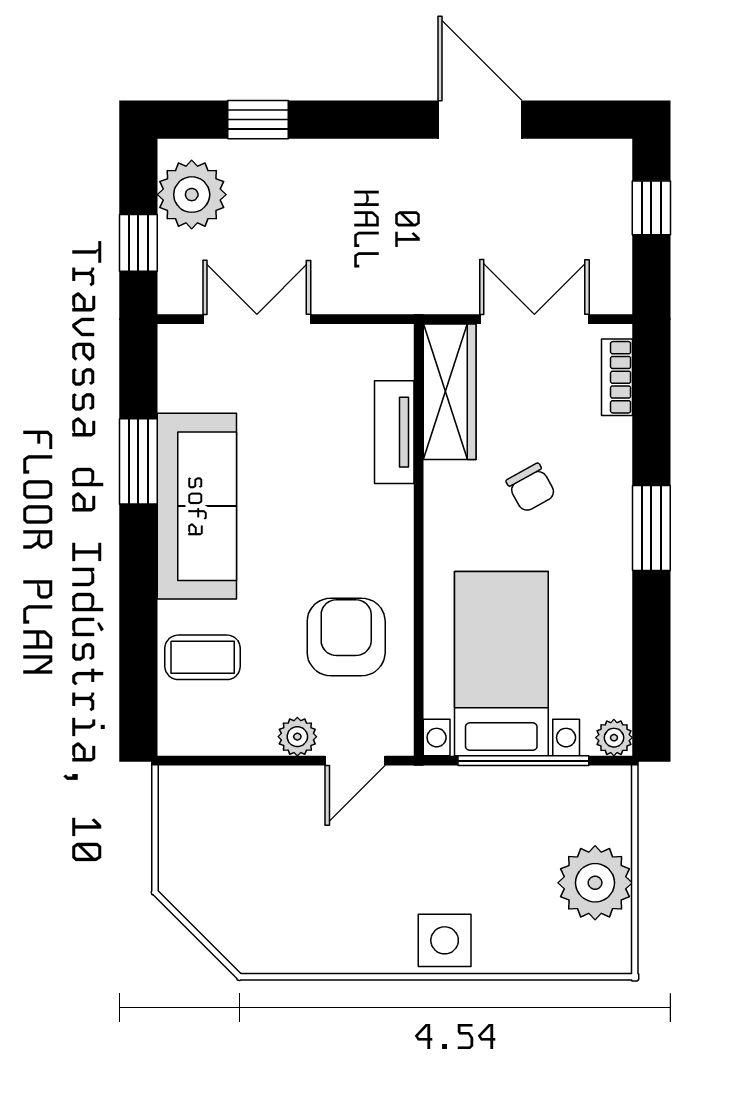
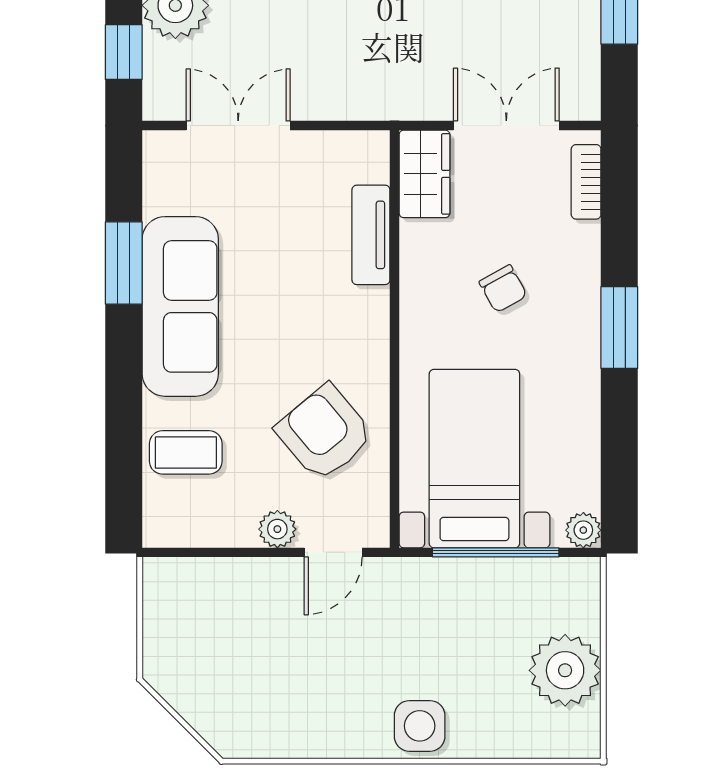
wardrobe: (450, 392) -> (424, 174), width x0.67
armchair: (346, 637) -> (325, 433), turned -40

